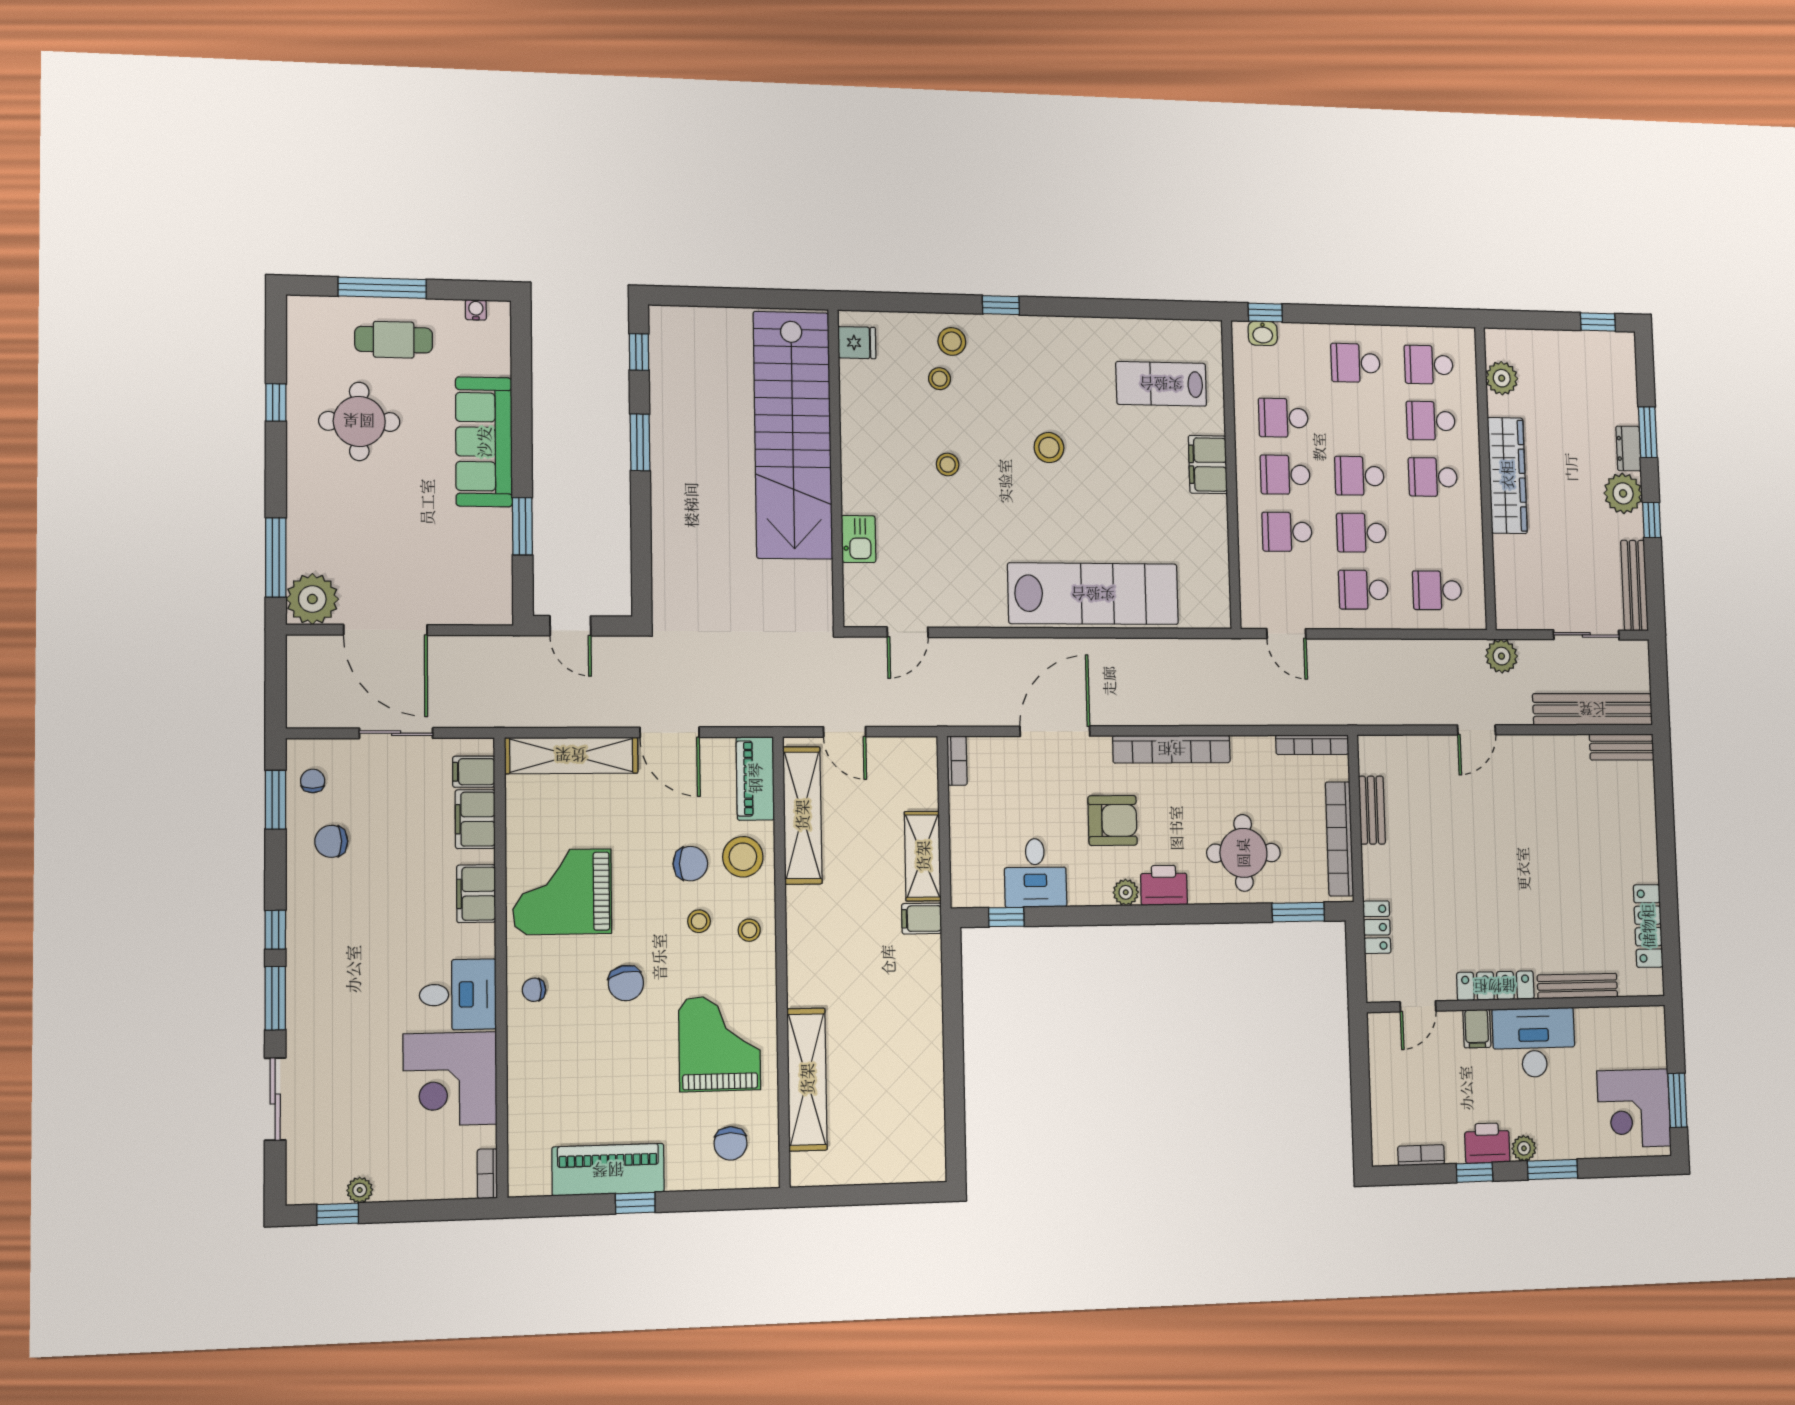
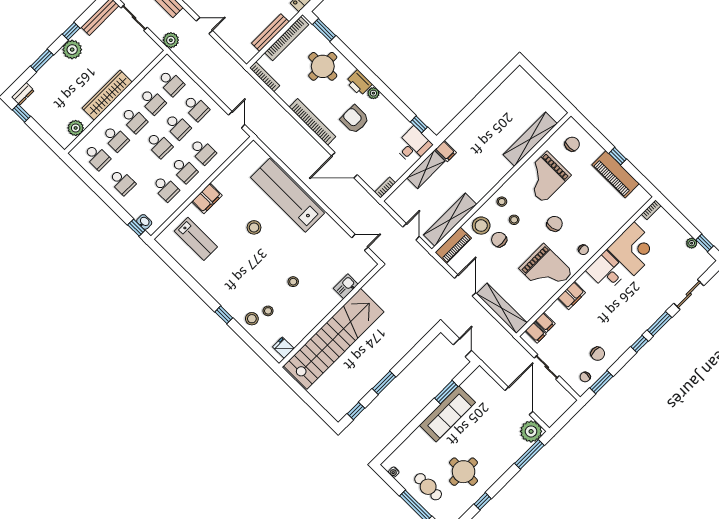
sofa: (484, 442) -> (447, 414), moved
stool: (1049, 448) -> (254, 227), moved
dresser: (1628, 448) -> (23, 94), moved
school desk: (1435, 534) -> (152, 101), added
bench: (1372, 810) -> (270, 33), width x1.36
filing cabinet: (475, 819) -> (545, 322), width x0.50
desk: (1035, 873) -> (413, 146), moved

